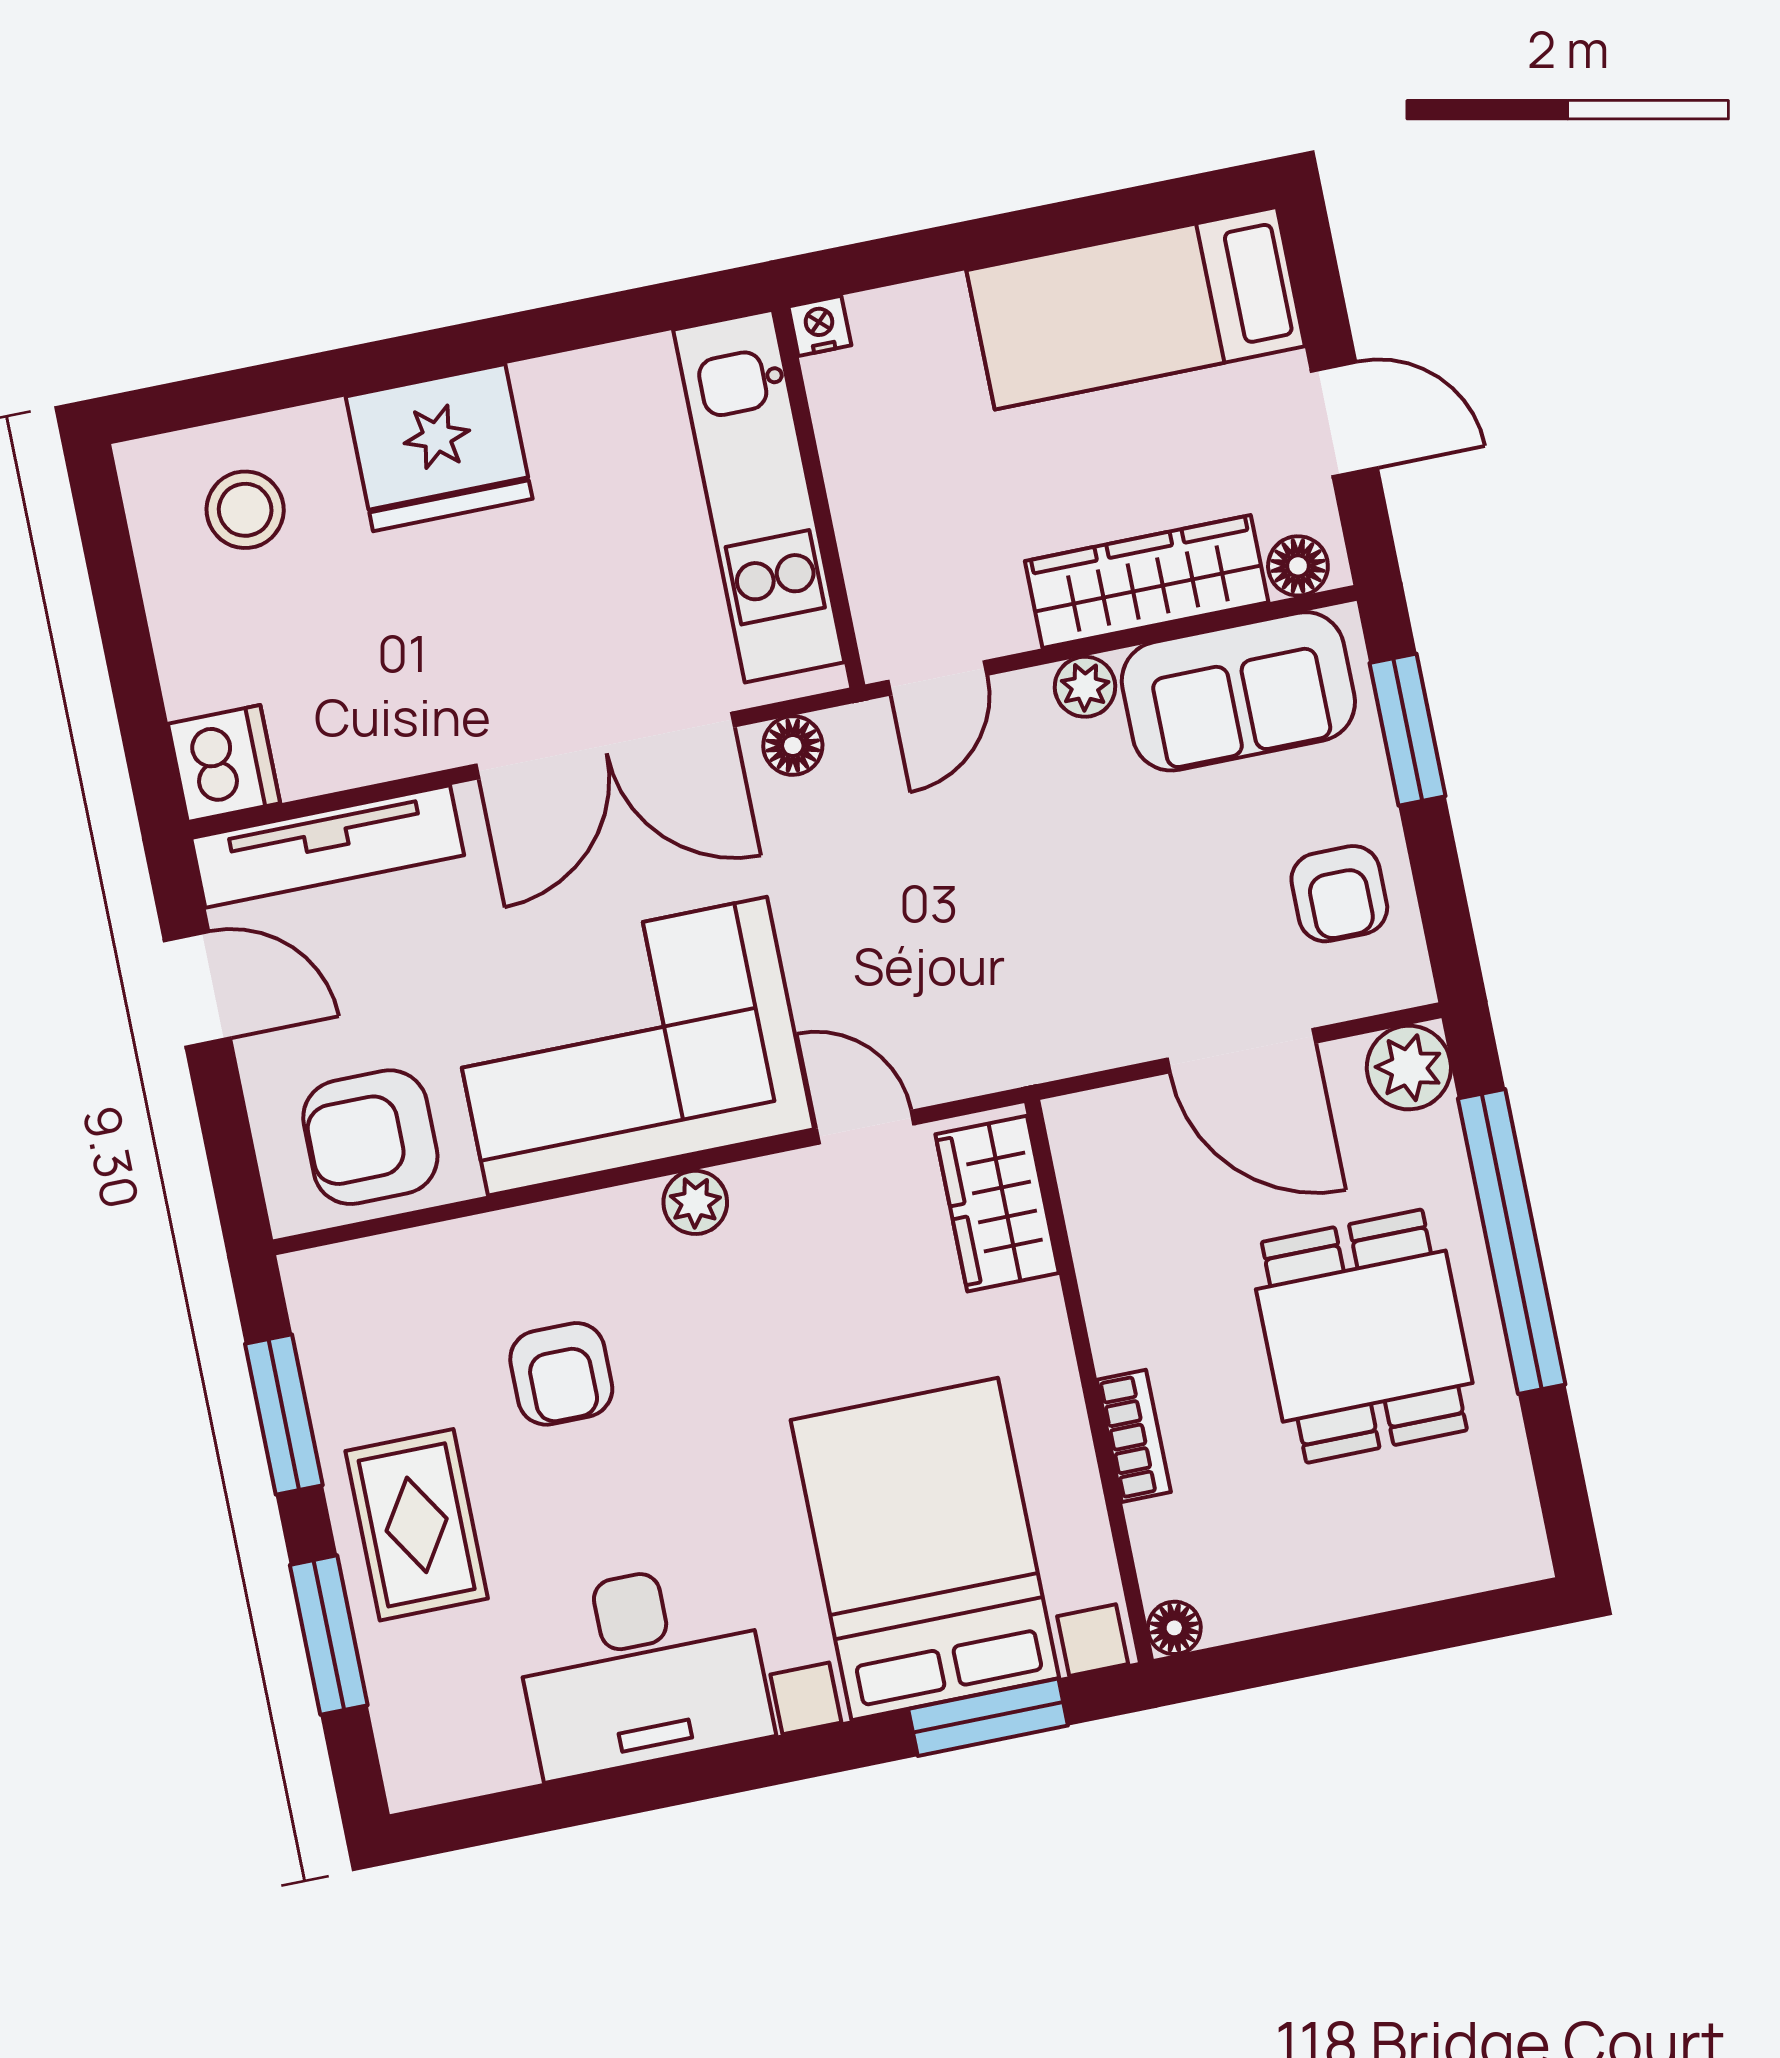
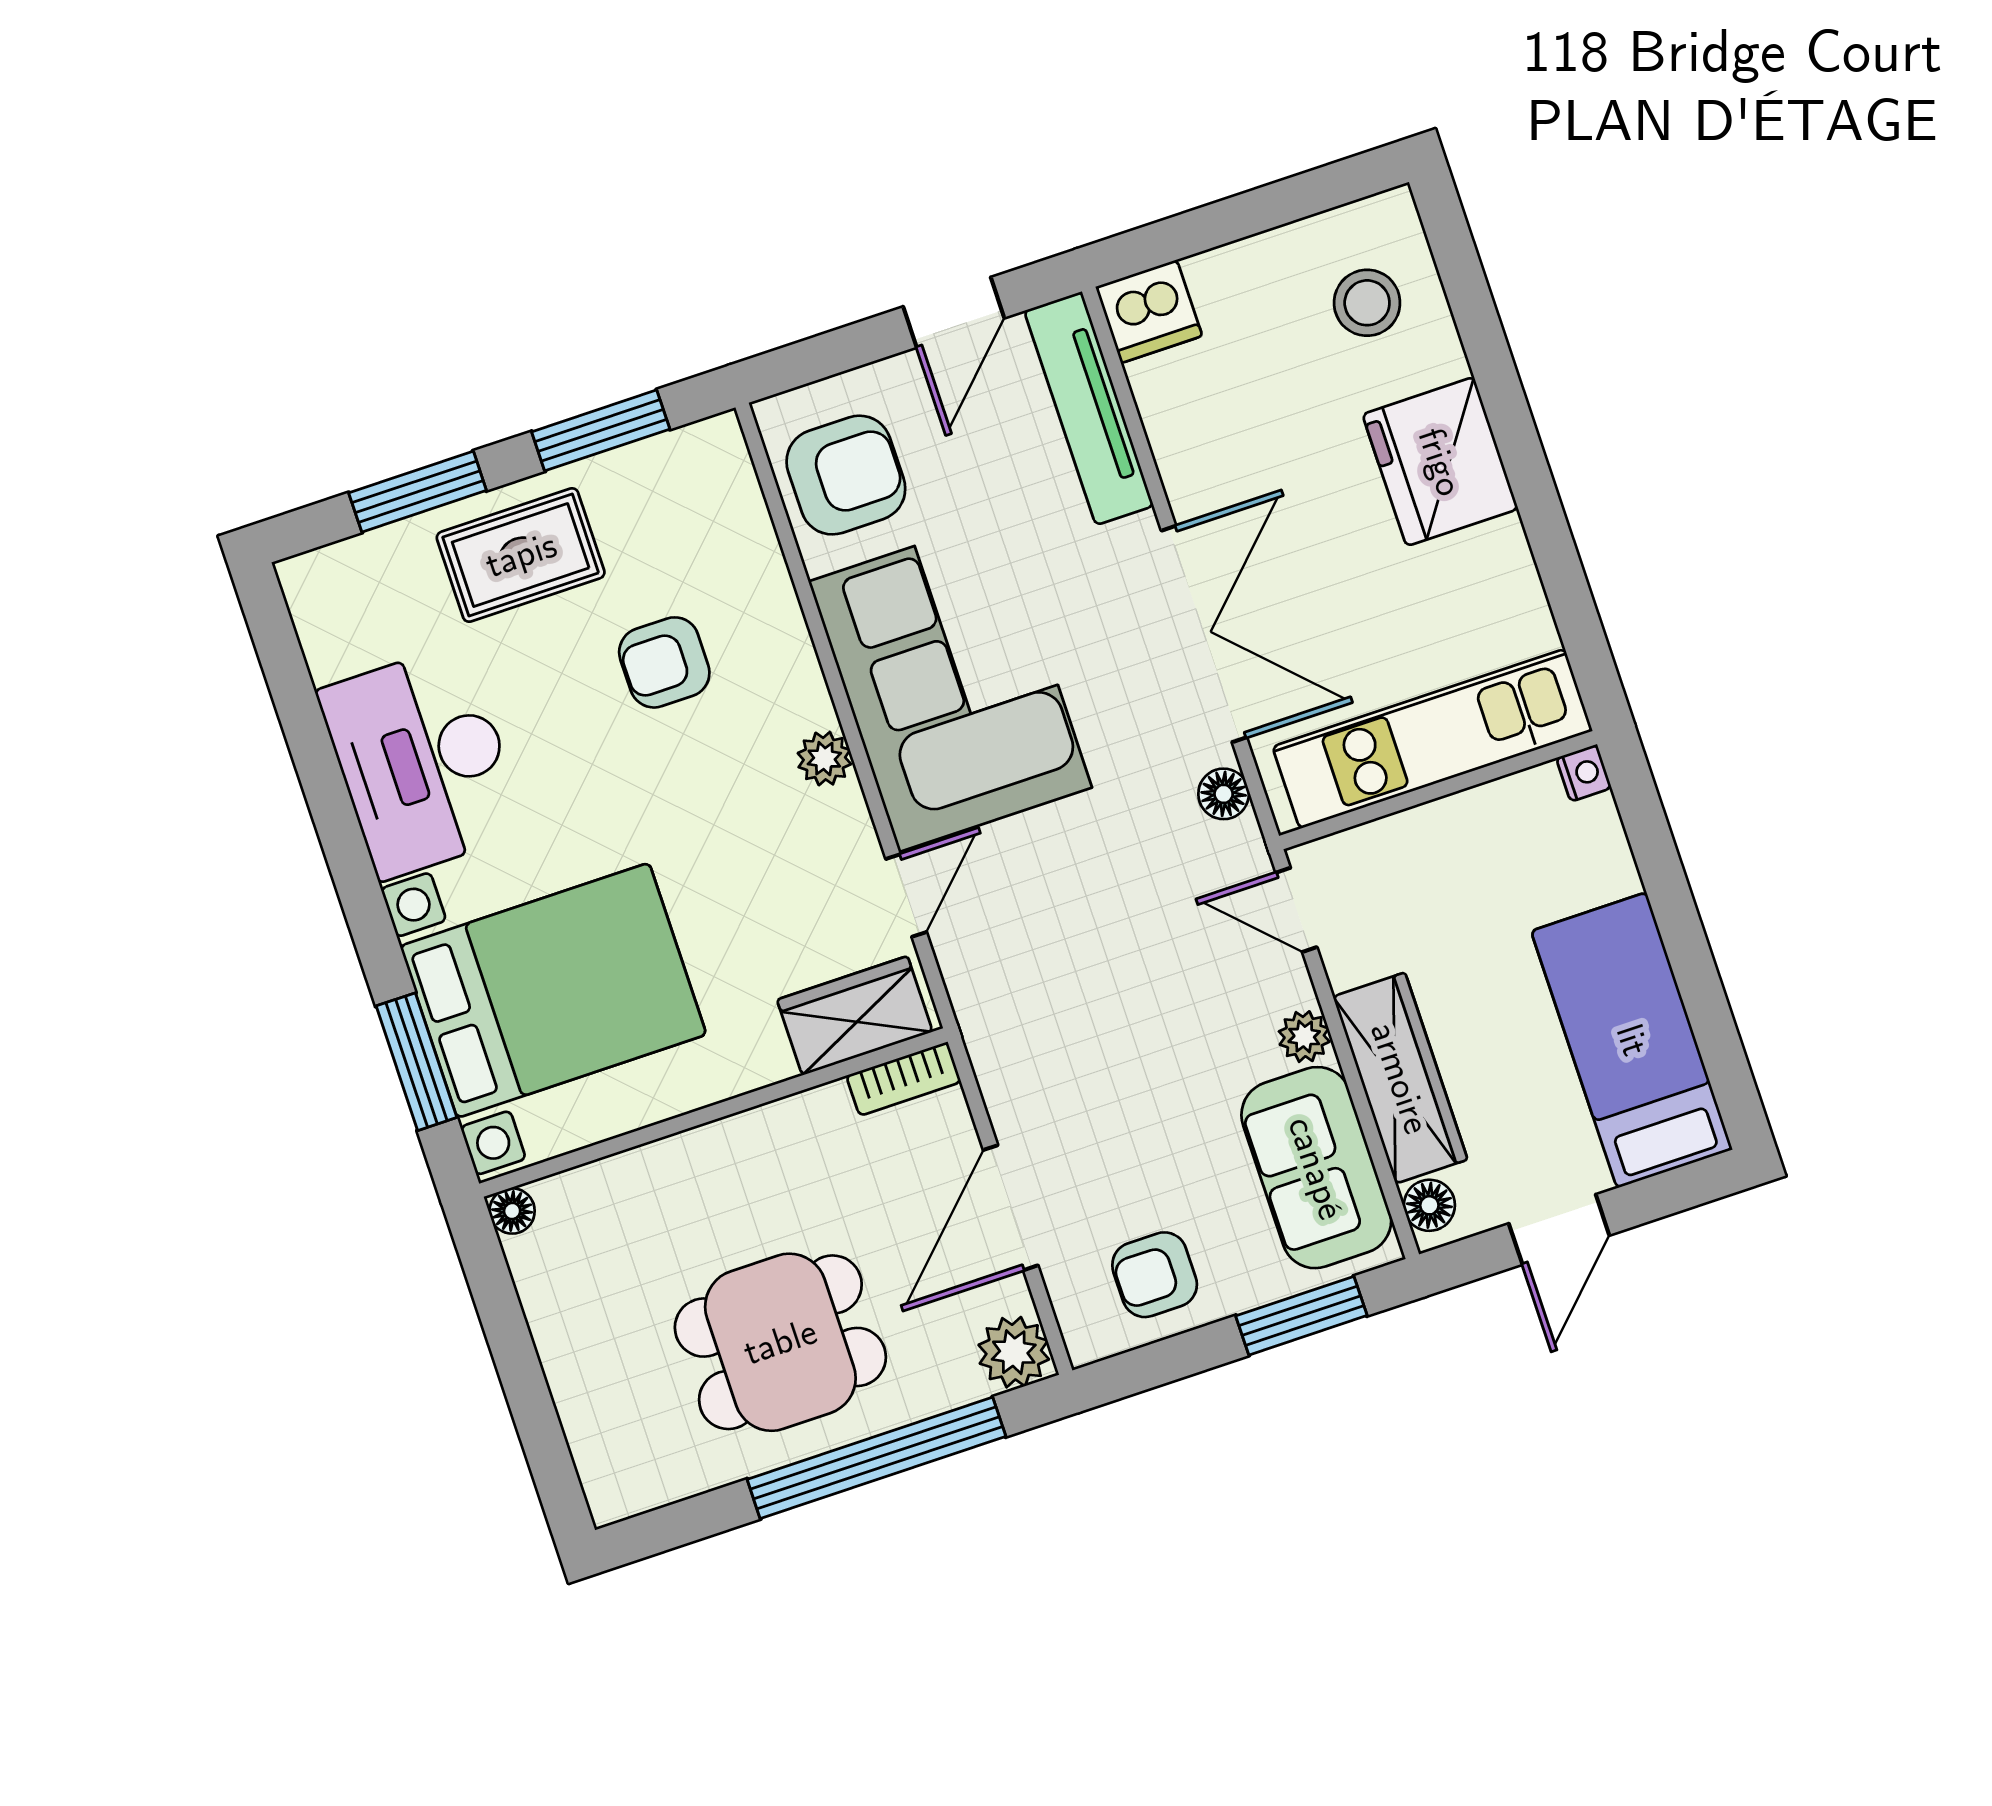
double door: (605, 745) -> (1204, 634), swing flipped
armchair: (370, 1137) -> (846, 475), turned 90
bookcase: (1134, 1436) -> (904, 1079), moved

